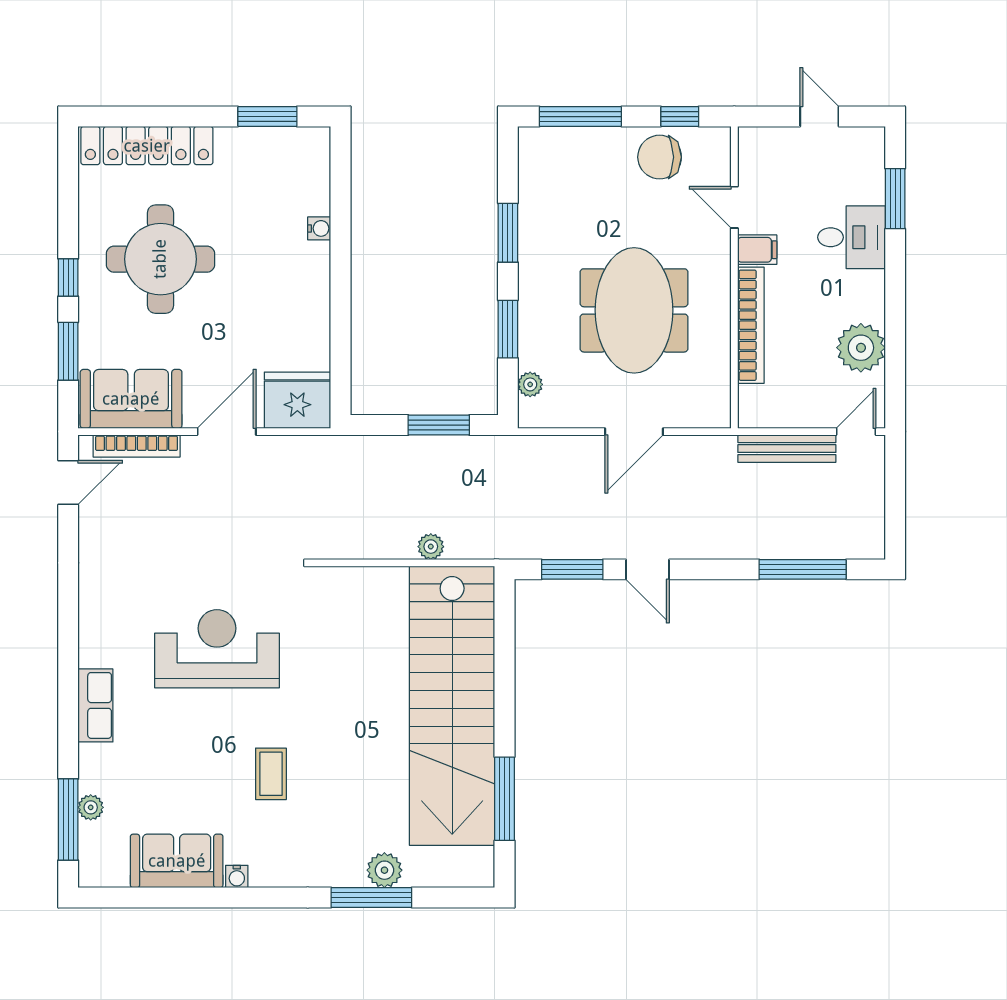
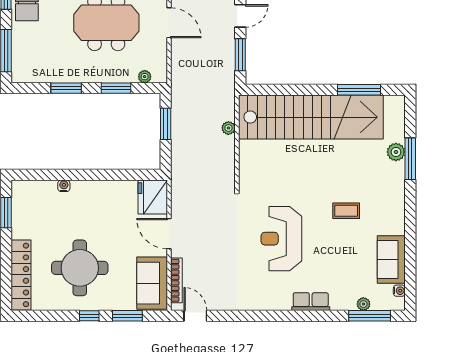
water cooler: (237, 877) -> (399, 291), moved

